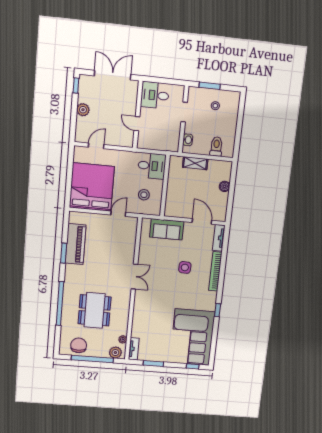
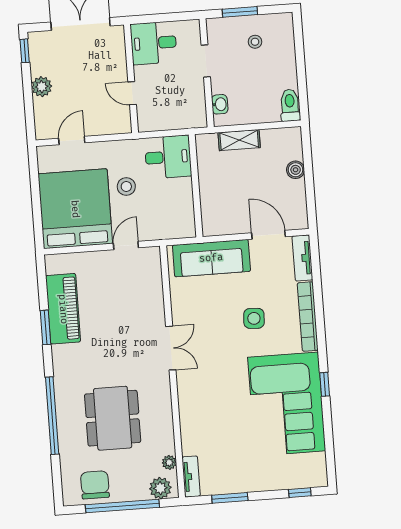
toilet: (216, 146) -> (290, 105), moved
stool: (144, 195) -> (126, 186), moved
sofa: (167, 229) -> (211, 258), width x1.36
corner sofa: (192, 337) -> (287, 404), moved

